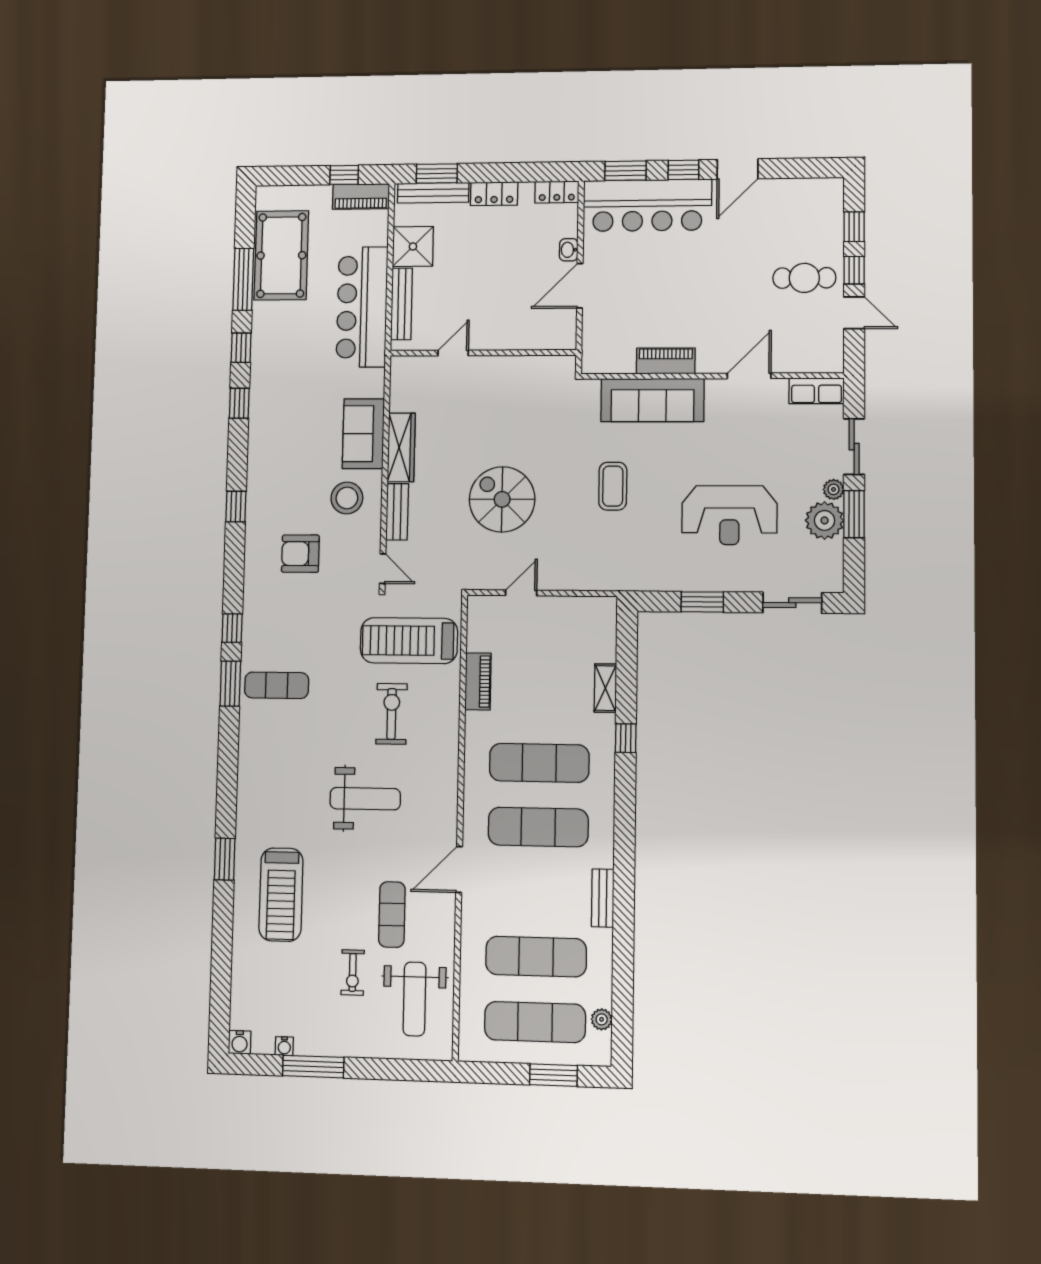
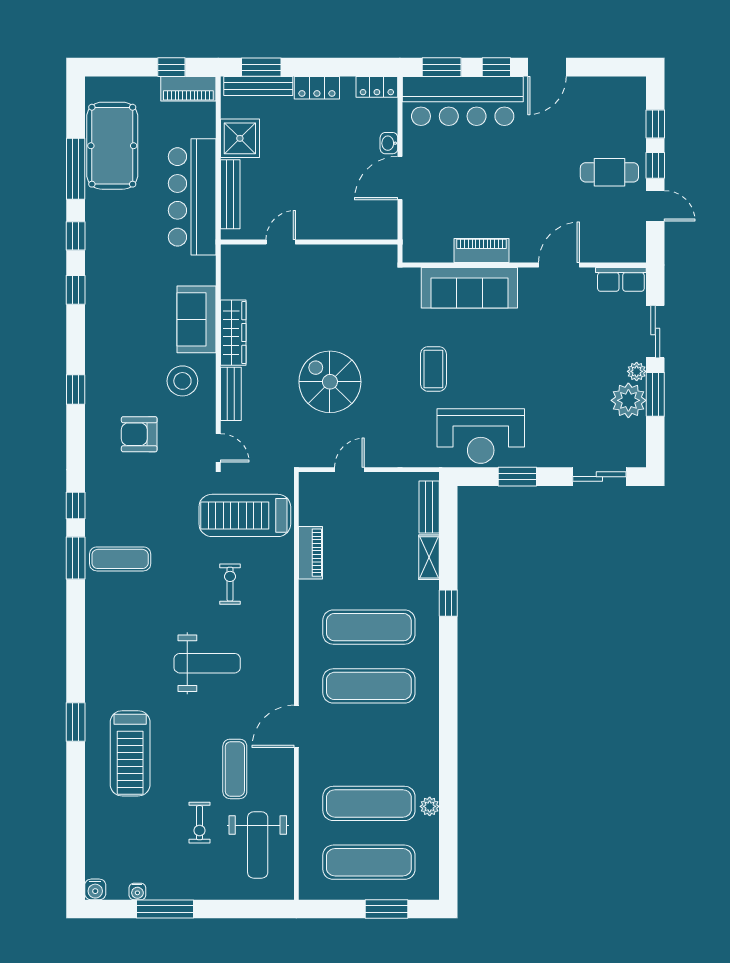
reception desk: (729, 515) -> (481, 436), moved
exercise bike: (392, 714) -> (230, 584), width x0.73, depth x0.72
bench: (603, 898) -> (429, 507), moved
plant: (602, 1019) -> (430, 806), moved

